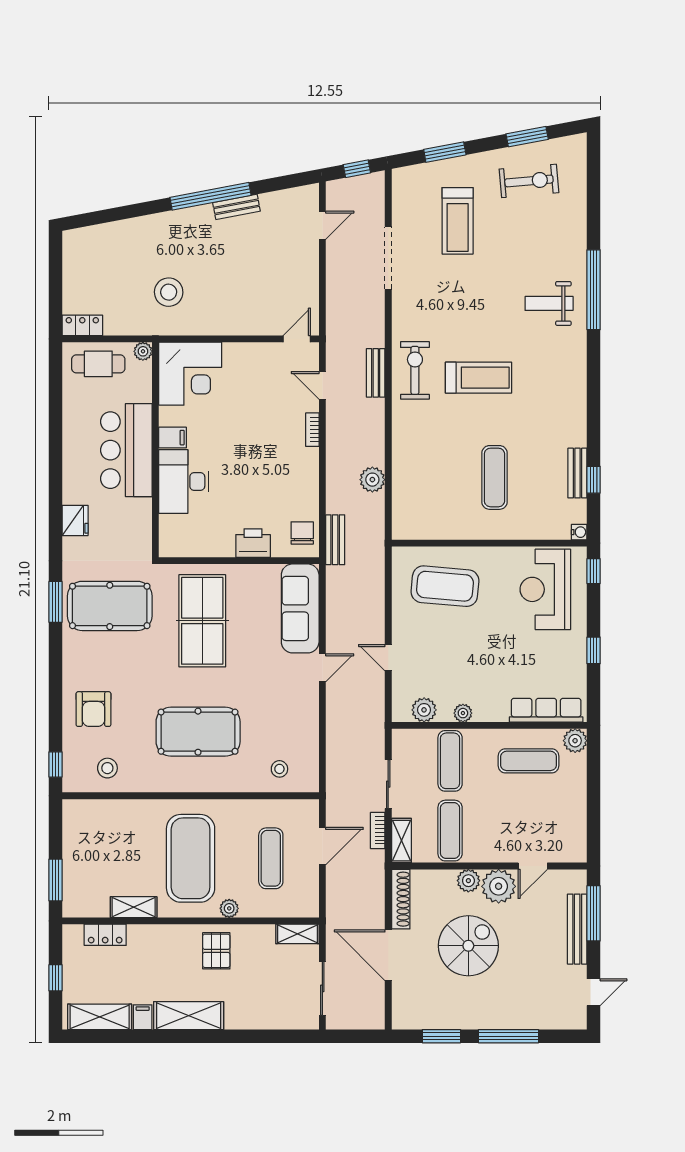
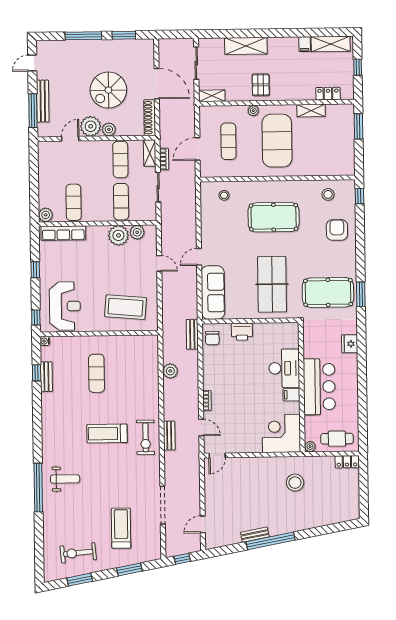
plant: (463, 713) -> (118, 235), width x1.88, depth x1.88
exercise mat: (529, 761) -> (74, 202), turned 90
shelving: (189, 1016) -> (246, 46), moved

